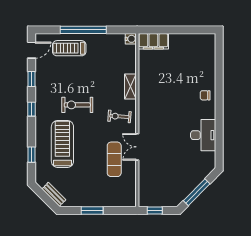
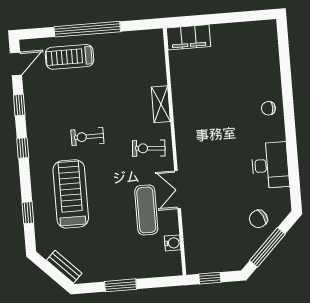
water cooler: (131, 39) -> (173, 243), moved
exercise bike: (77, 105) -> (87, 137), width x0.73, depth x0.72
chair: (192, 172) -> (258, 219), added

